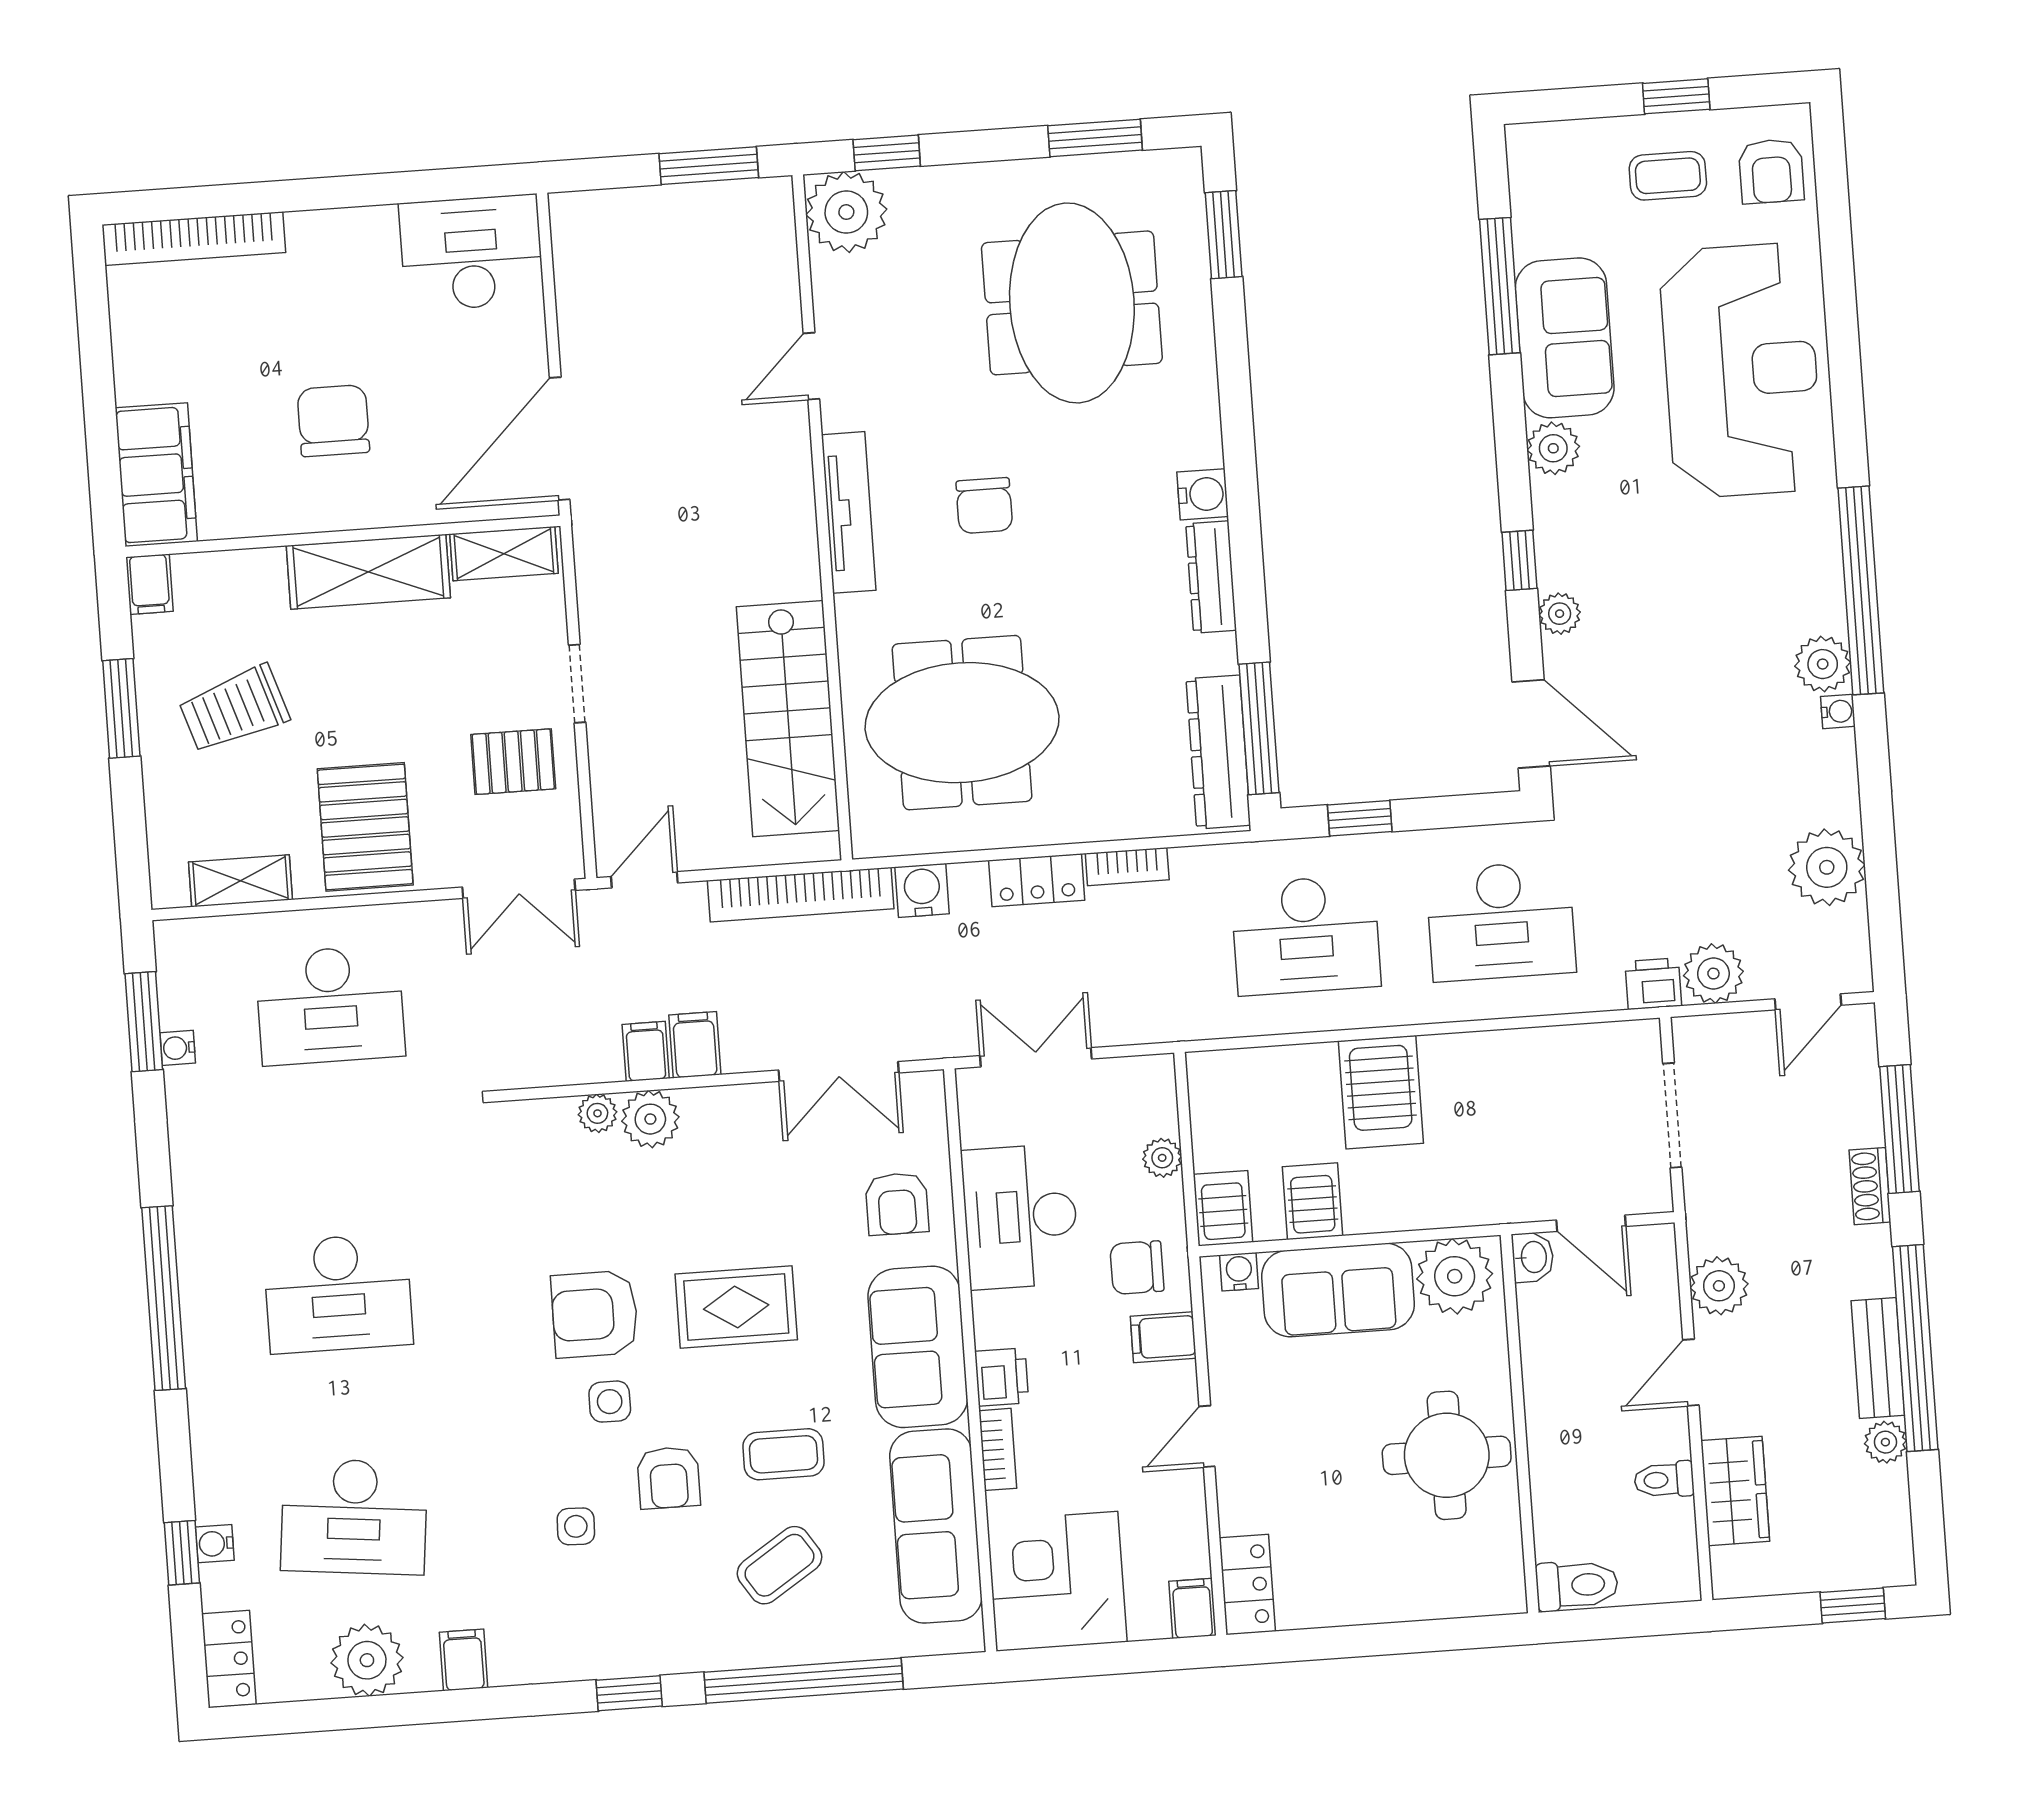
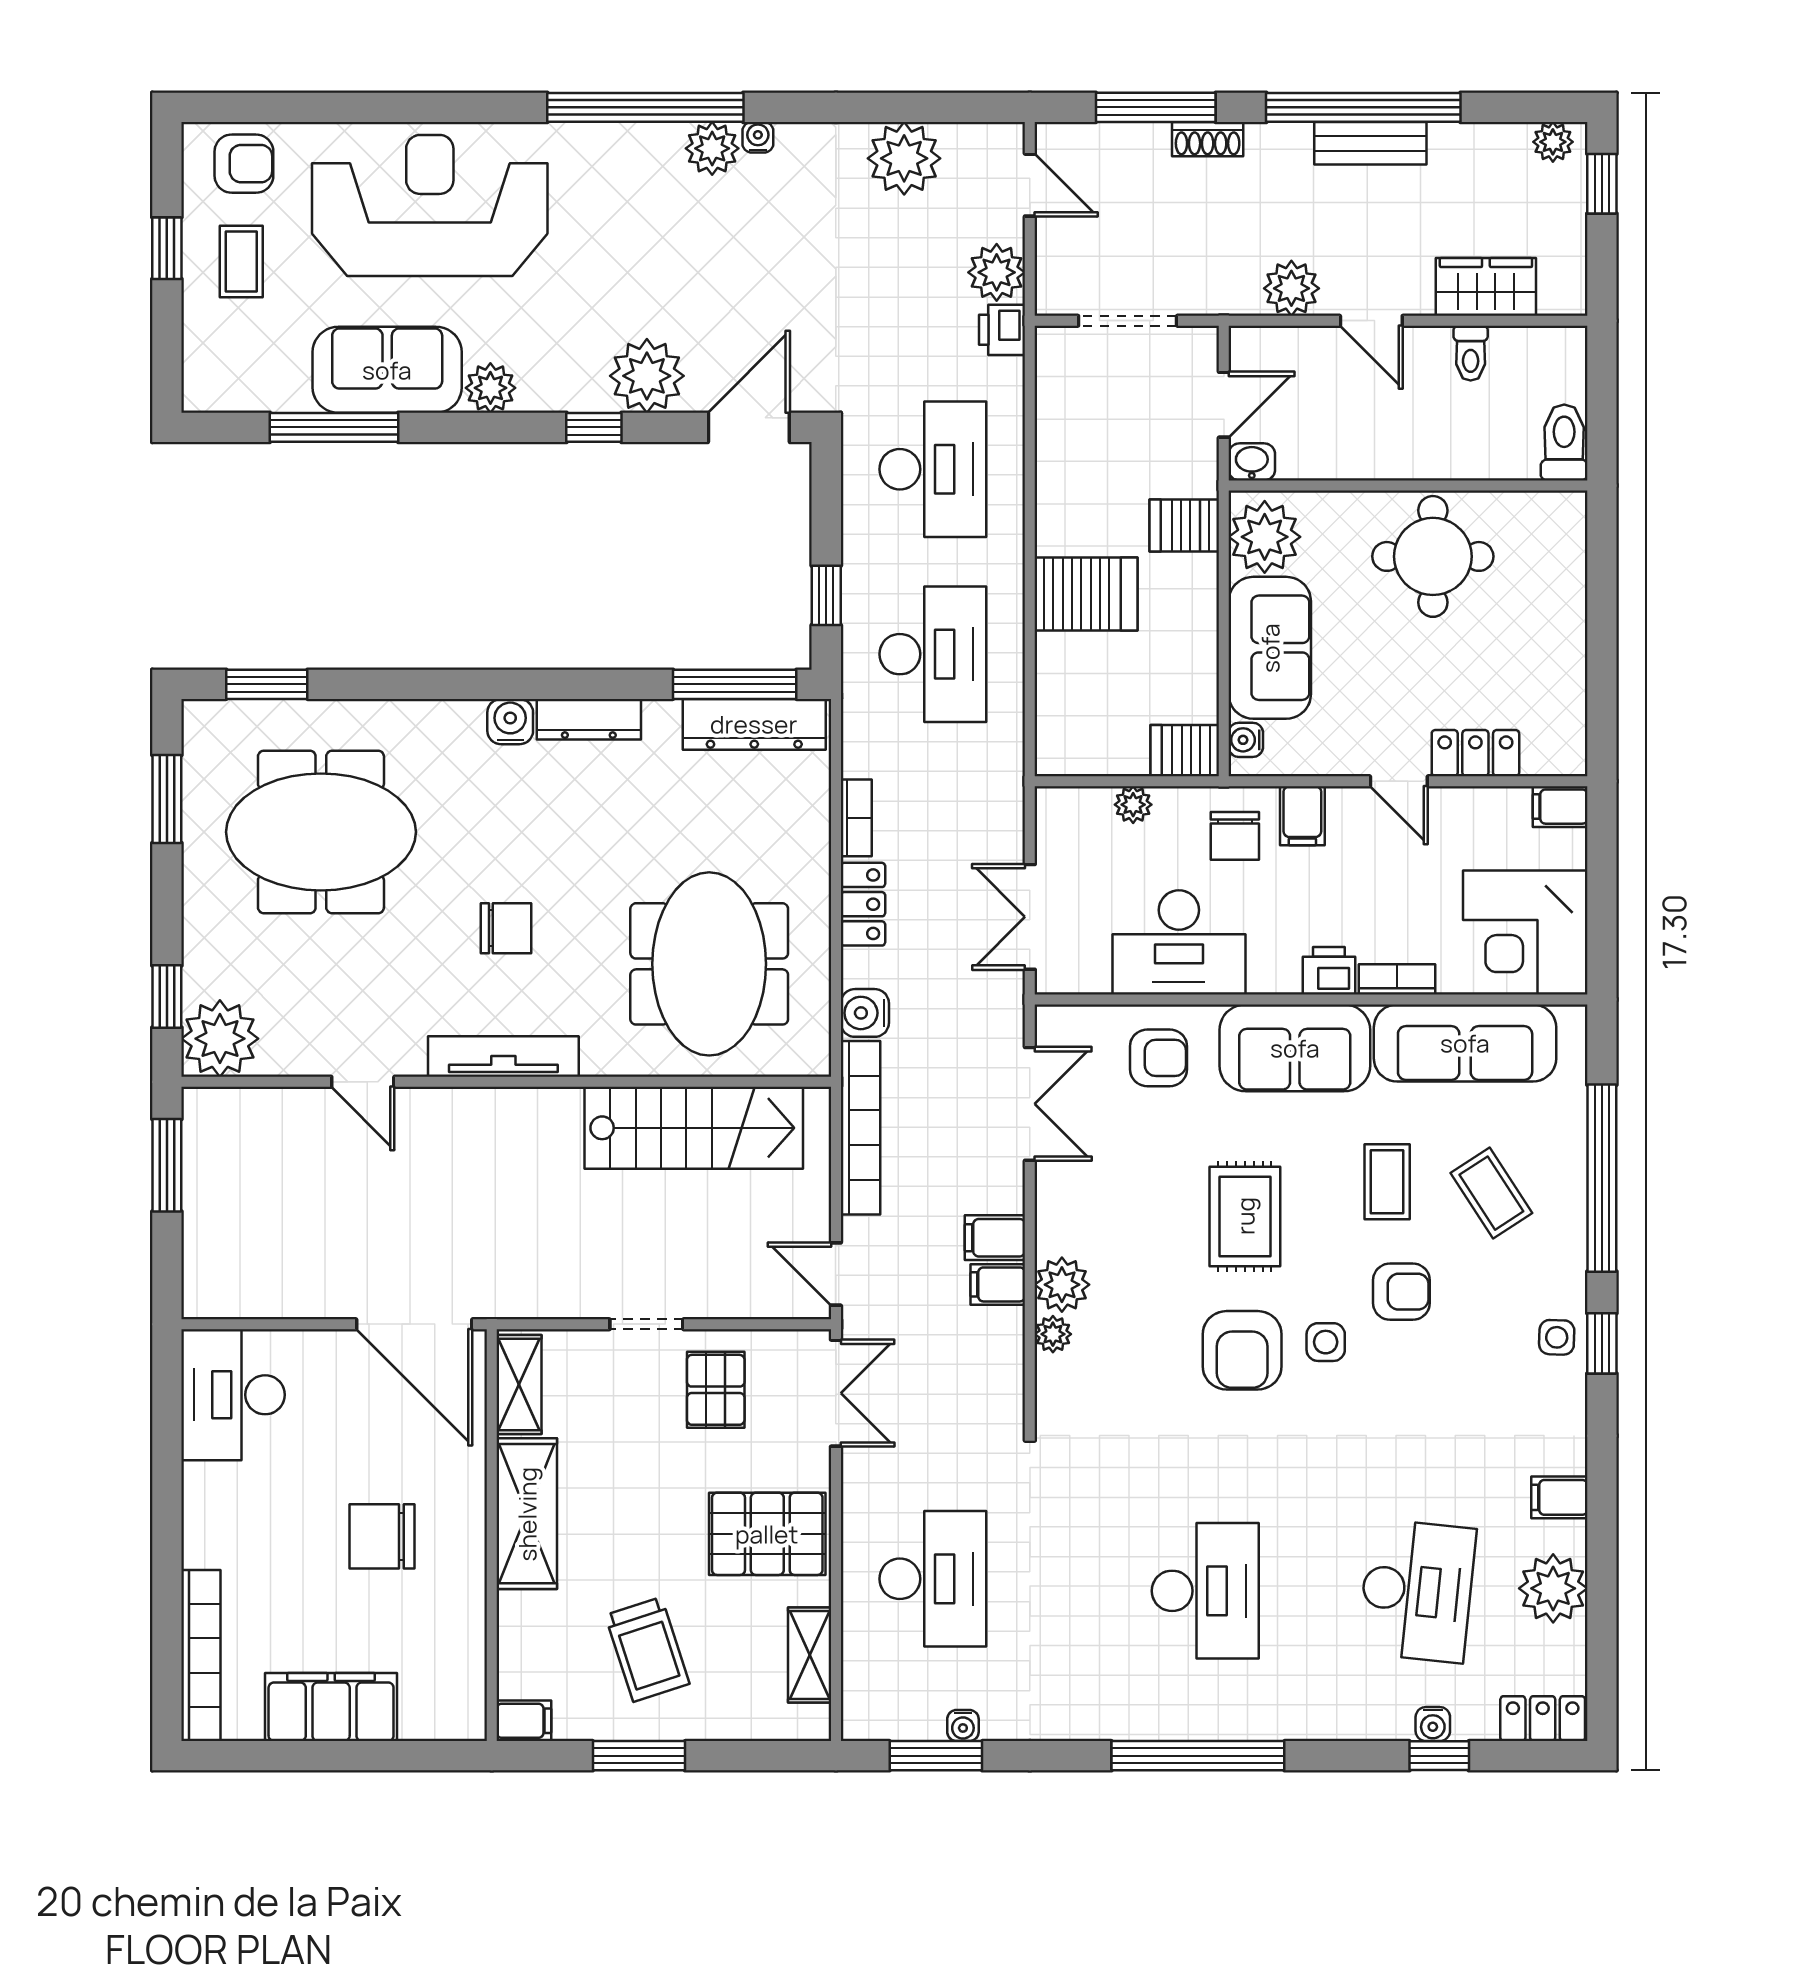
filing cabinet: (156, 475) -> (331, 1707), moved
plant: (1560, 614) -> (647, 376), width x1.88, depth x1.88
server rack: (1313, 1201) -> (1184, 525), moved
plant: (1885, 1442) -> (1553, 142), moved
side table: (576, 1526) -> (1557, 1337), moved
locker: (1247, 1585) -> (1475, 753), moved

